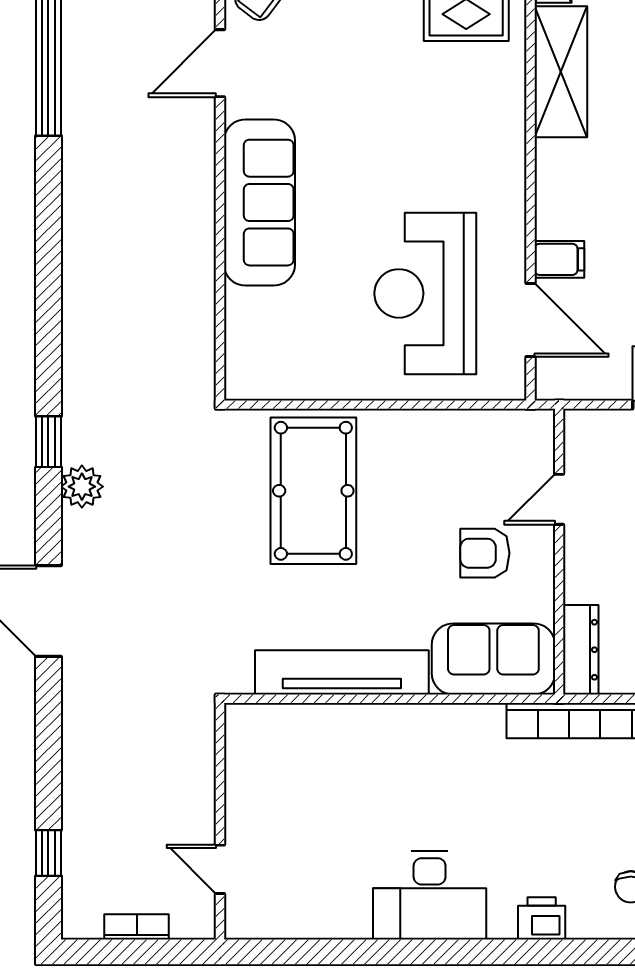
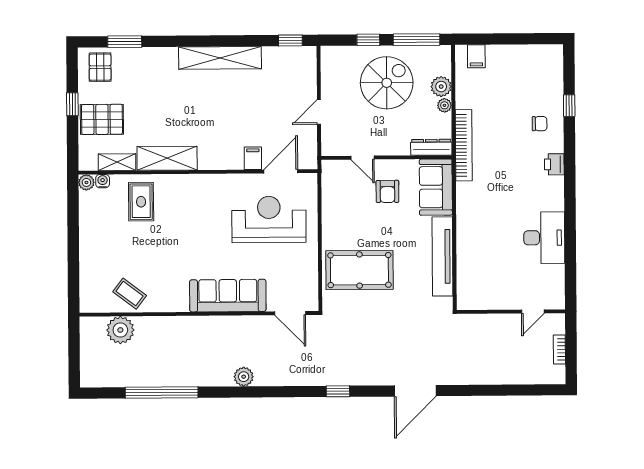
door: (220, 63) -> (290, 313), moved
reception desk: (425, 293) -> (269, 219), turned 180
plant: (82, 487) -> (244, 377), moved
window: (48, 853) -> (526, 390), removed
desk: (430, 895) -> (544, 238), moved

